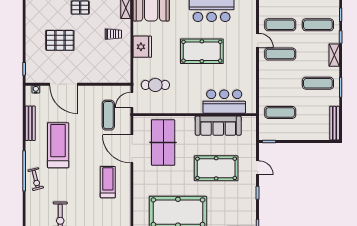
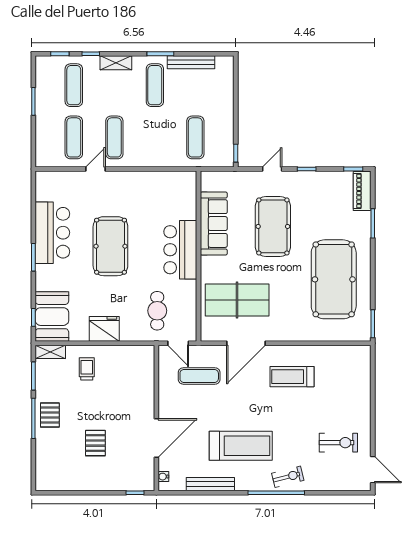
pallet: (60, 40) -> (95, 443), width x0.67, depth x0.71
bar counter: (224, 102) -> (180, 250), moved
bench: (335, 123) -> (191, 62), moved
treadmill: (58, 145) -> (241, 446), turned 180

